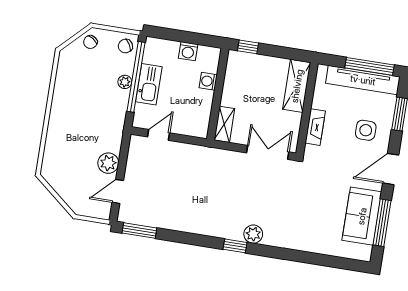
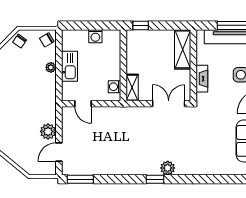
window: (136, 77) -> (59, 62), removed
washing machine: (208, 81) -> (114, 87), moved
door: (159, 135) -> (83, 104), swing flipped

